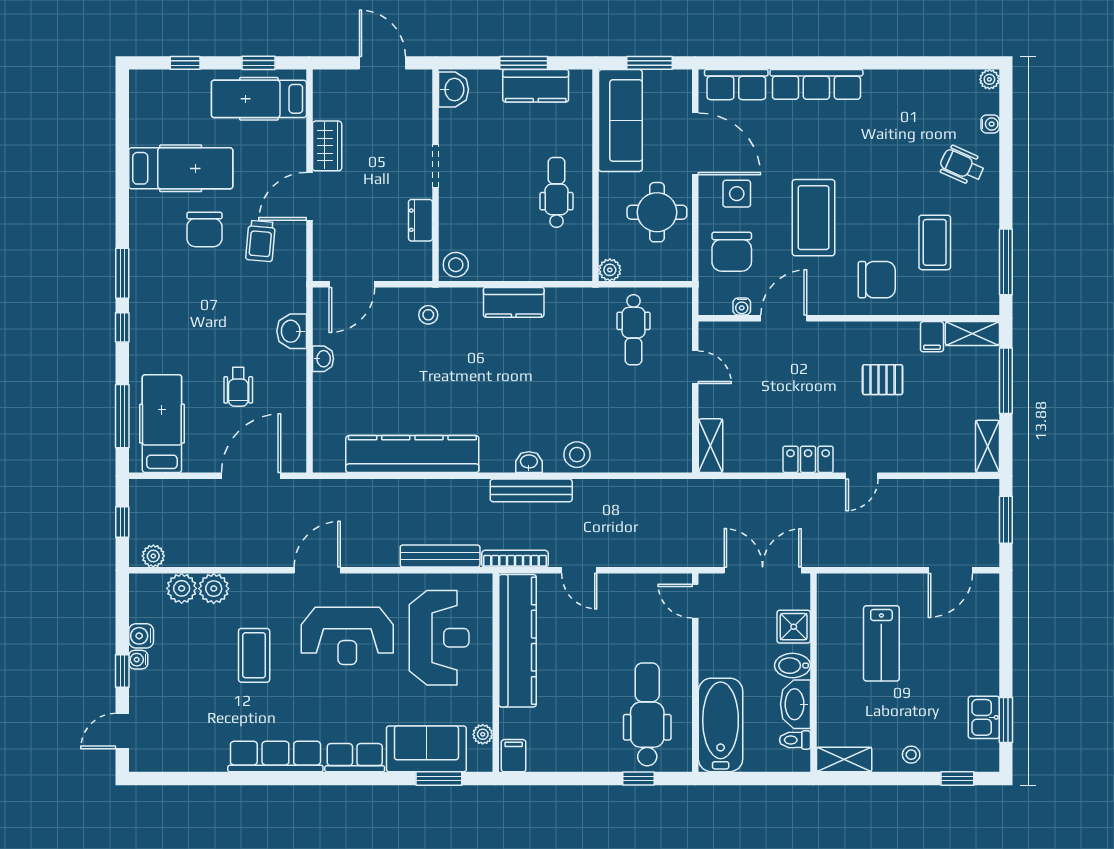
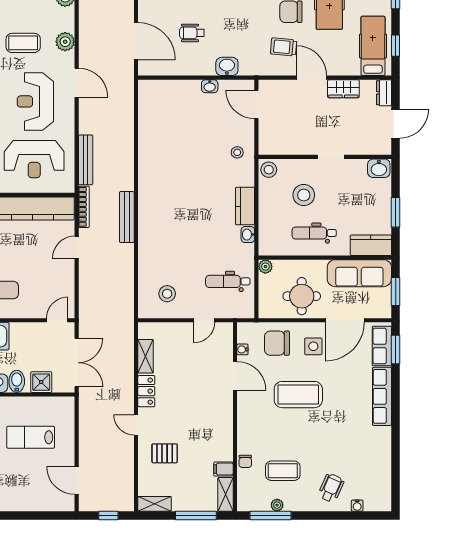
window: (742, 63) -> (396, 349), added
plant: (989, 79) -> (277, 505), moved
kitchen counter: (536, 86) -> (371, 245), moved, turned 90
dental chair: (557, 192) -> (314, 233), turned 180
stool: (496, 209) -> (304, 195), added
dresser: (420, 220) -> (384, 93), moved, turned -90
chair: (877, 280) -> (245, 461), moved, width x0.54, depth x0.54
pallet: (883, 380) -> (165, 453), moved, turned 90
shelving: (711, 446) -> (146, 356), moved, turned 90
kitchen counter: (412, 454) -> (150, 142), removed
stool: (577, 455) -> (167, 294), moved
washbasin: (529, 462) -> (248, 235), moved, turned 180
window: (1006, 520) -> (108, 515), width x0.67
plant: (214, 589) -> (65, 42), moved

